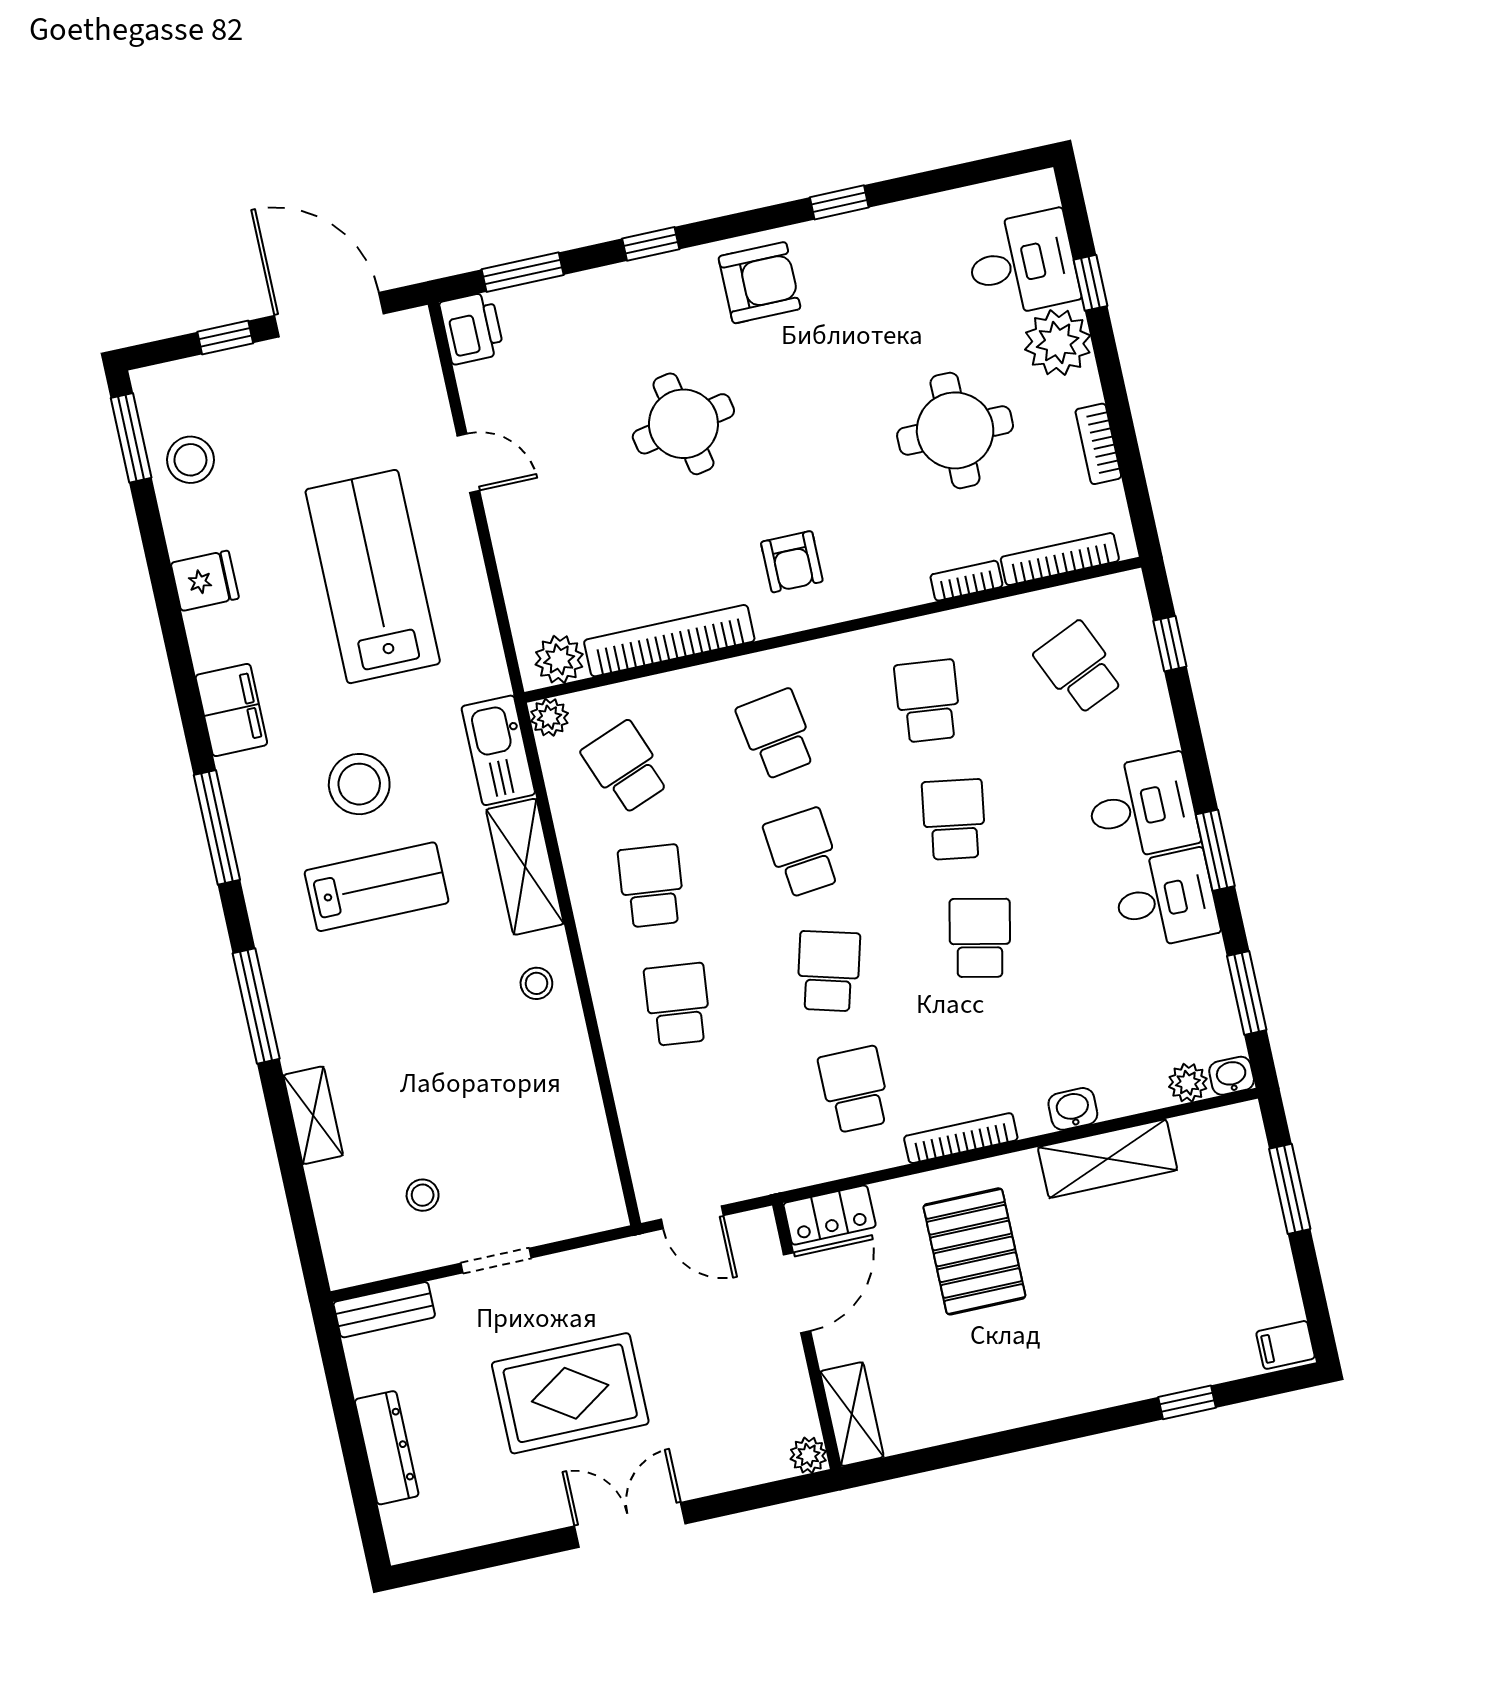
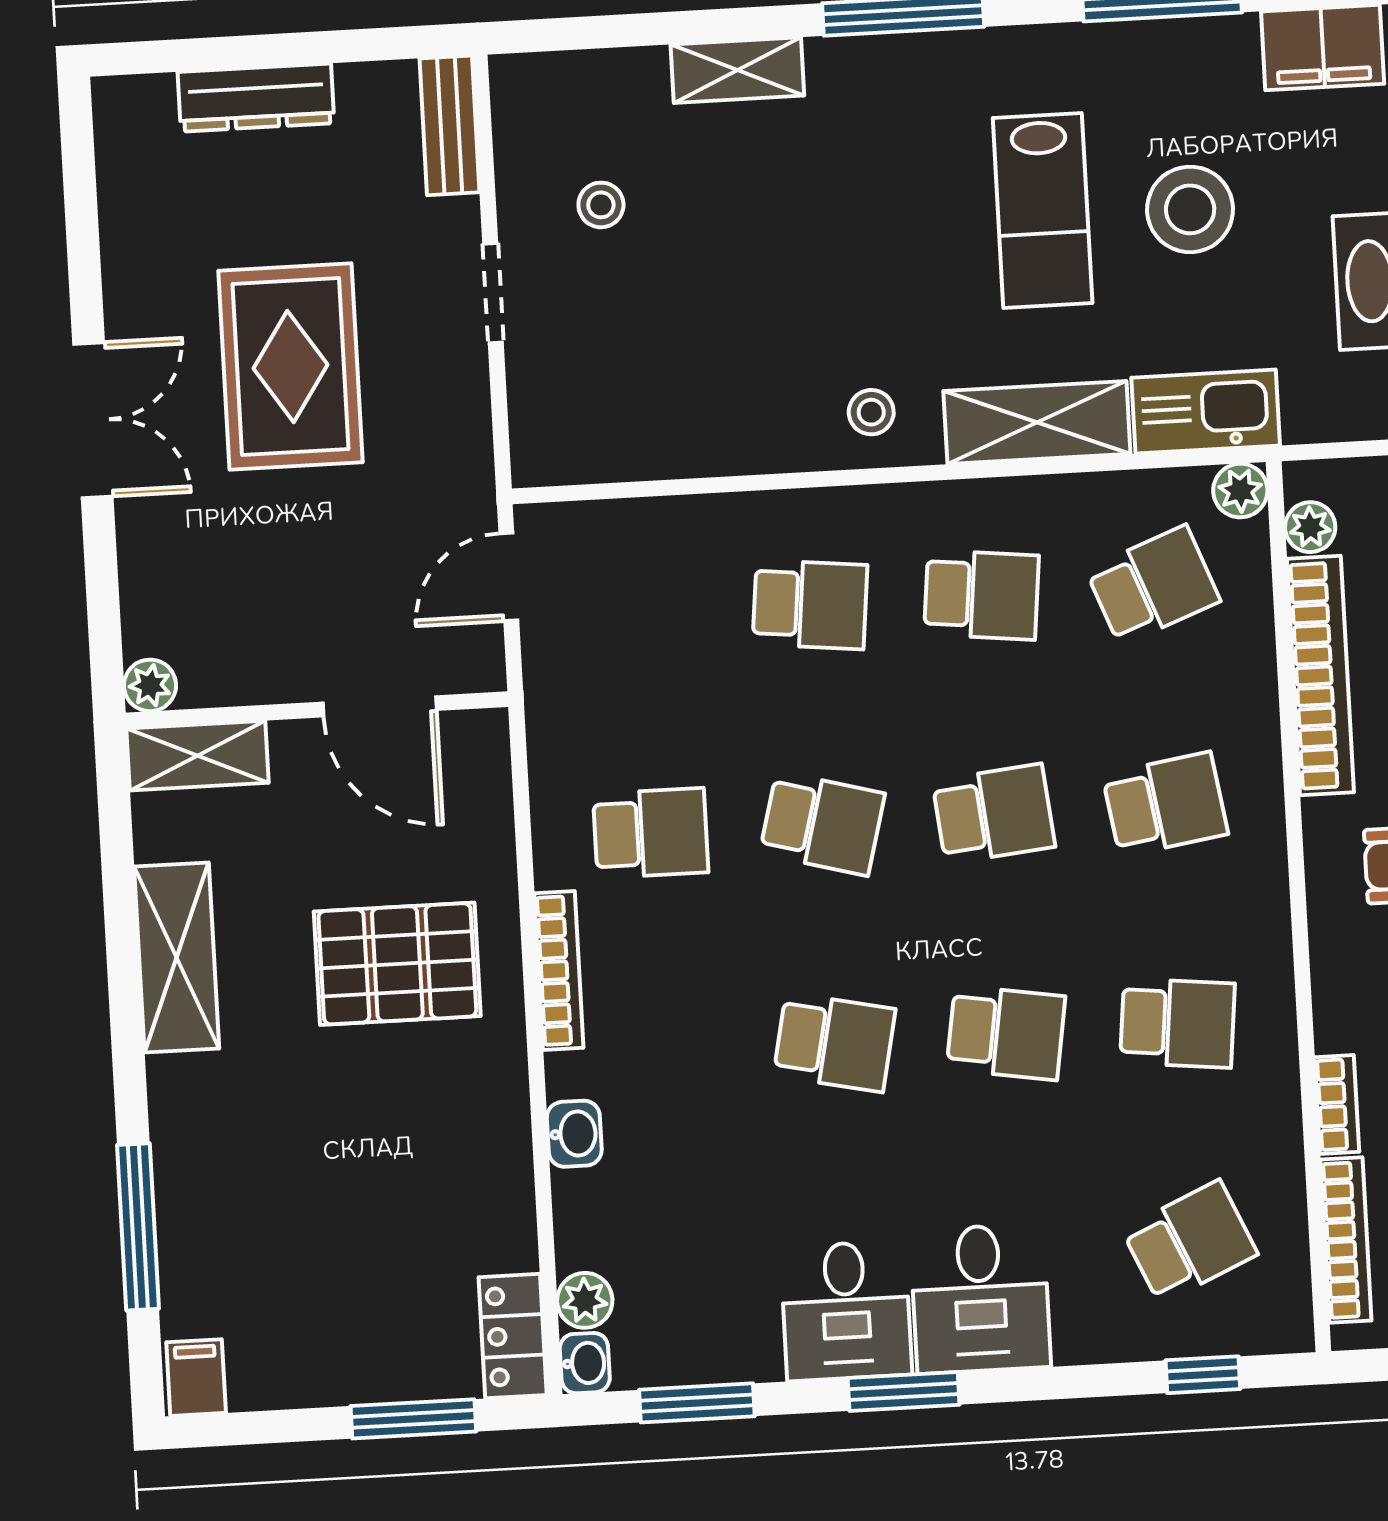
plant: (559, 659) -> (1310, 527), width x0.73, depth x0.73
shelving: (1108, 1159) -> (177, 958), moved
locker: (830, 1215) -> (513, 1336), moved
window: (1187, 1402) -> (138, 1227), width x2.17

